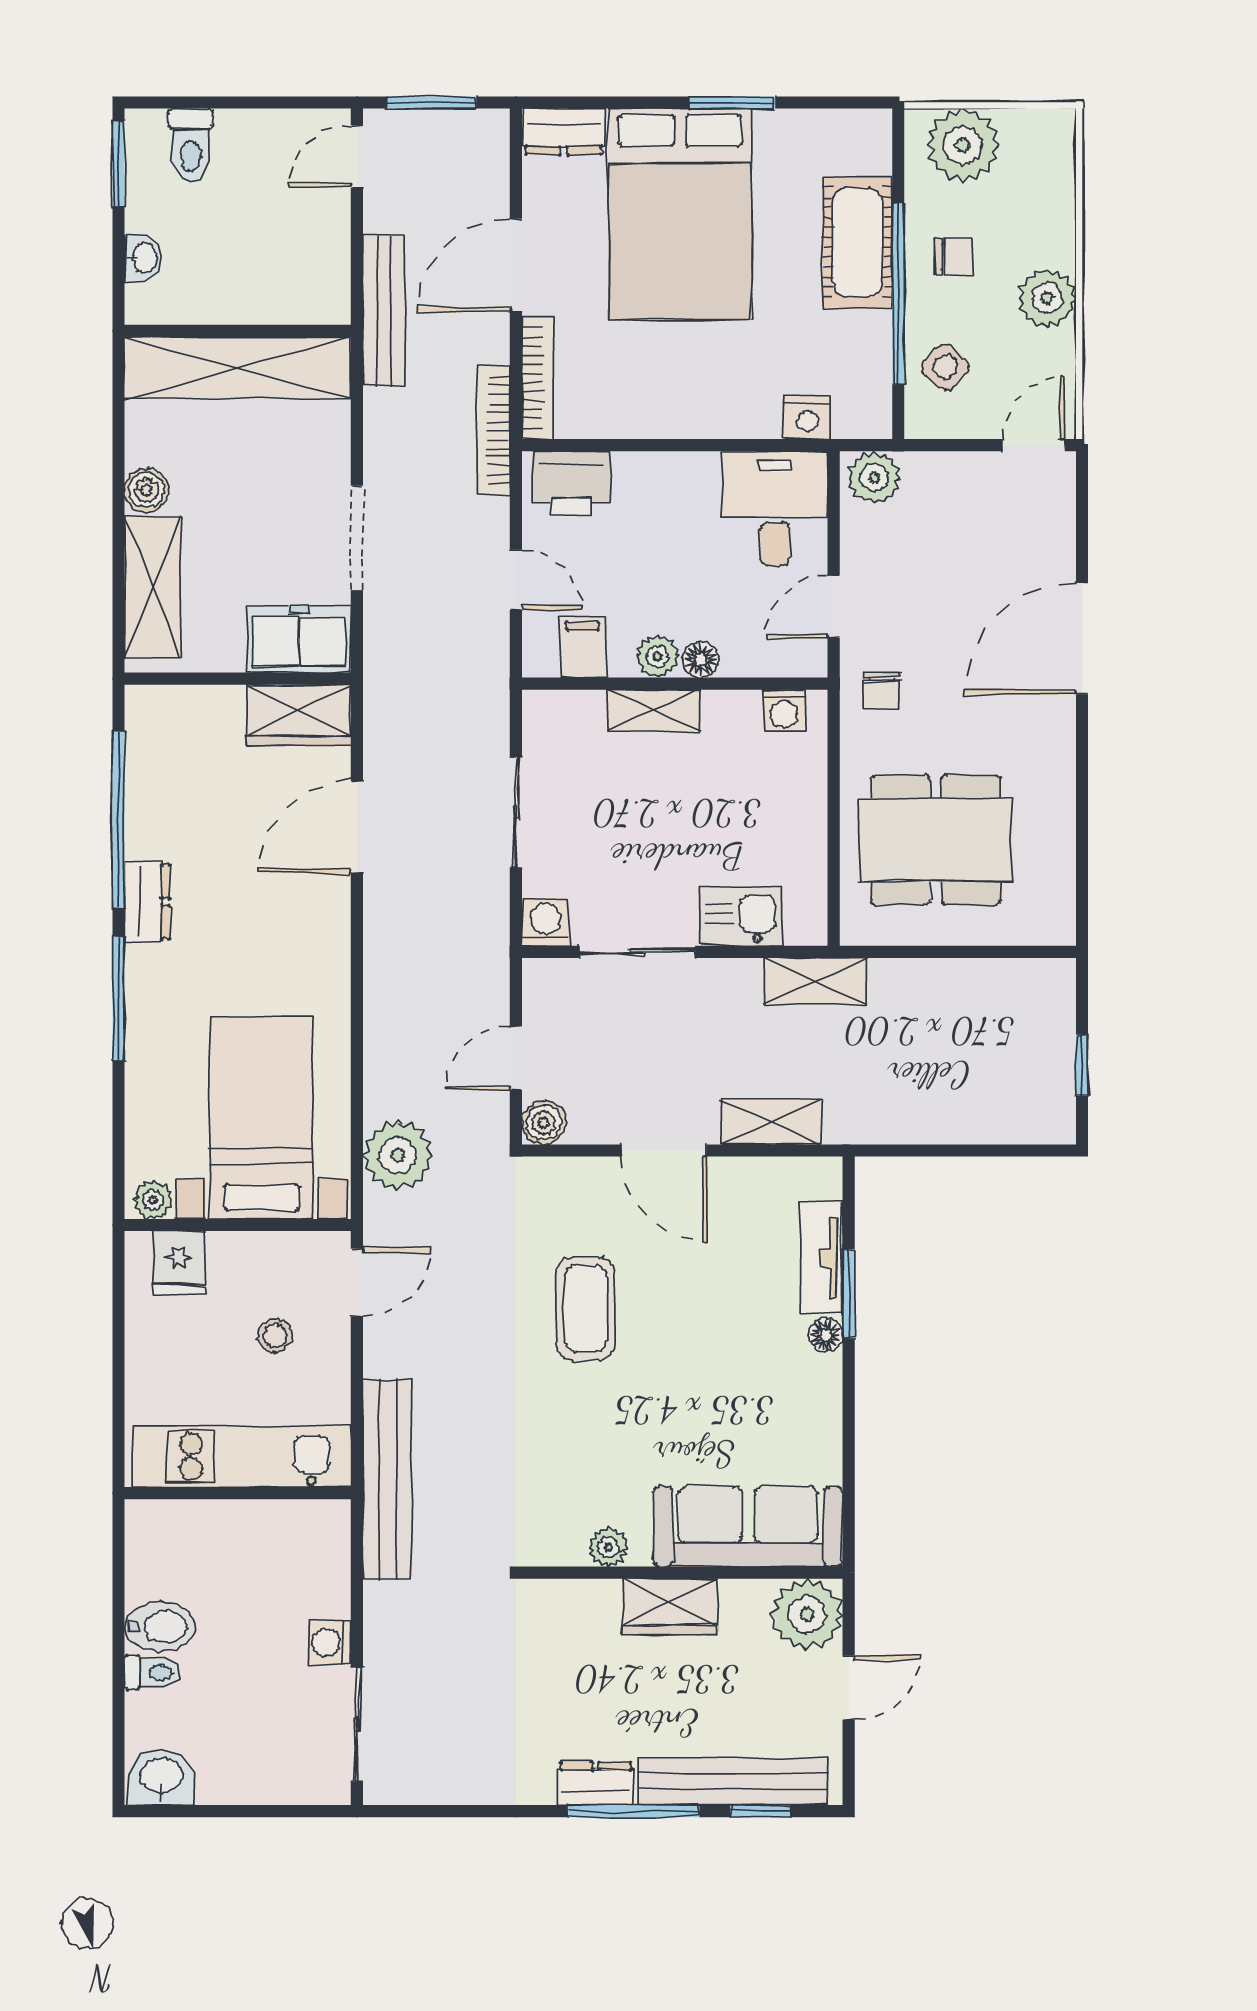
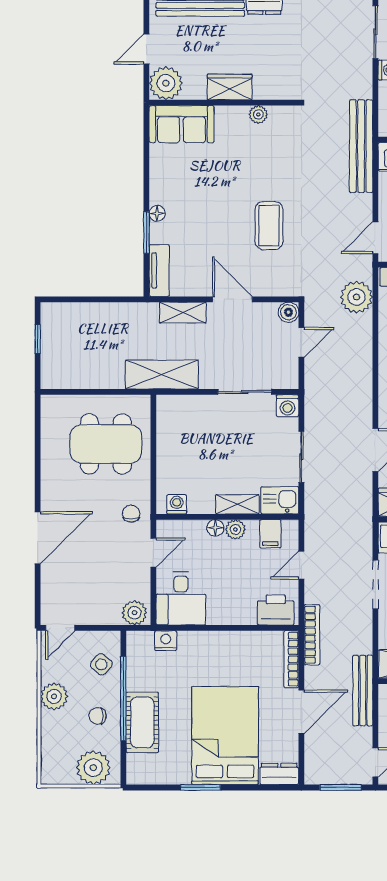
door: (516, 580) -> (301, 565), hinge flipped
kitchen sink: (741, 916) -> (280, 500), moved, turned 180
shelving: (815, 981) -> (162, 375), width x1.50, depth x1.33
tv unit: (821, 1258) -> (159, 270), moved
sofa: (748, 1527) -> (182, 124), width x0.73

